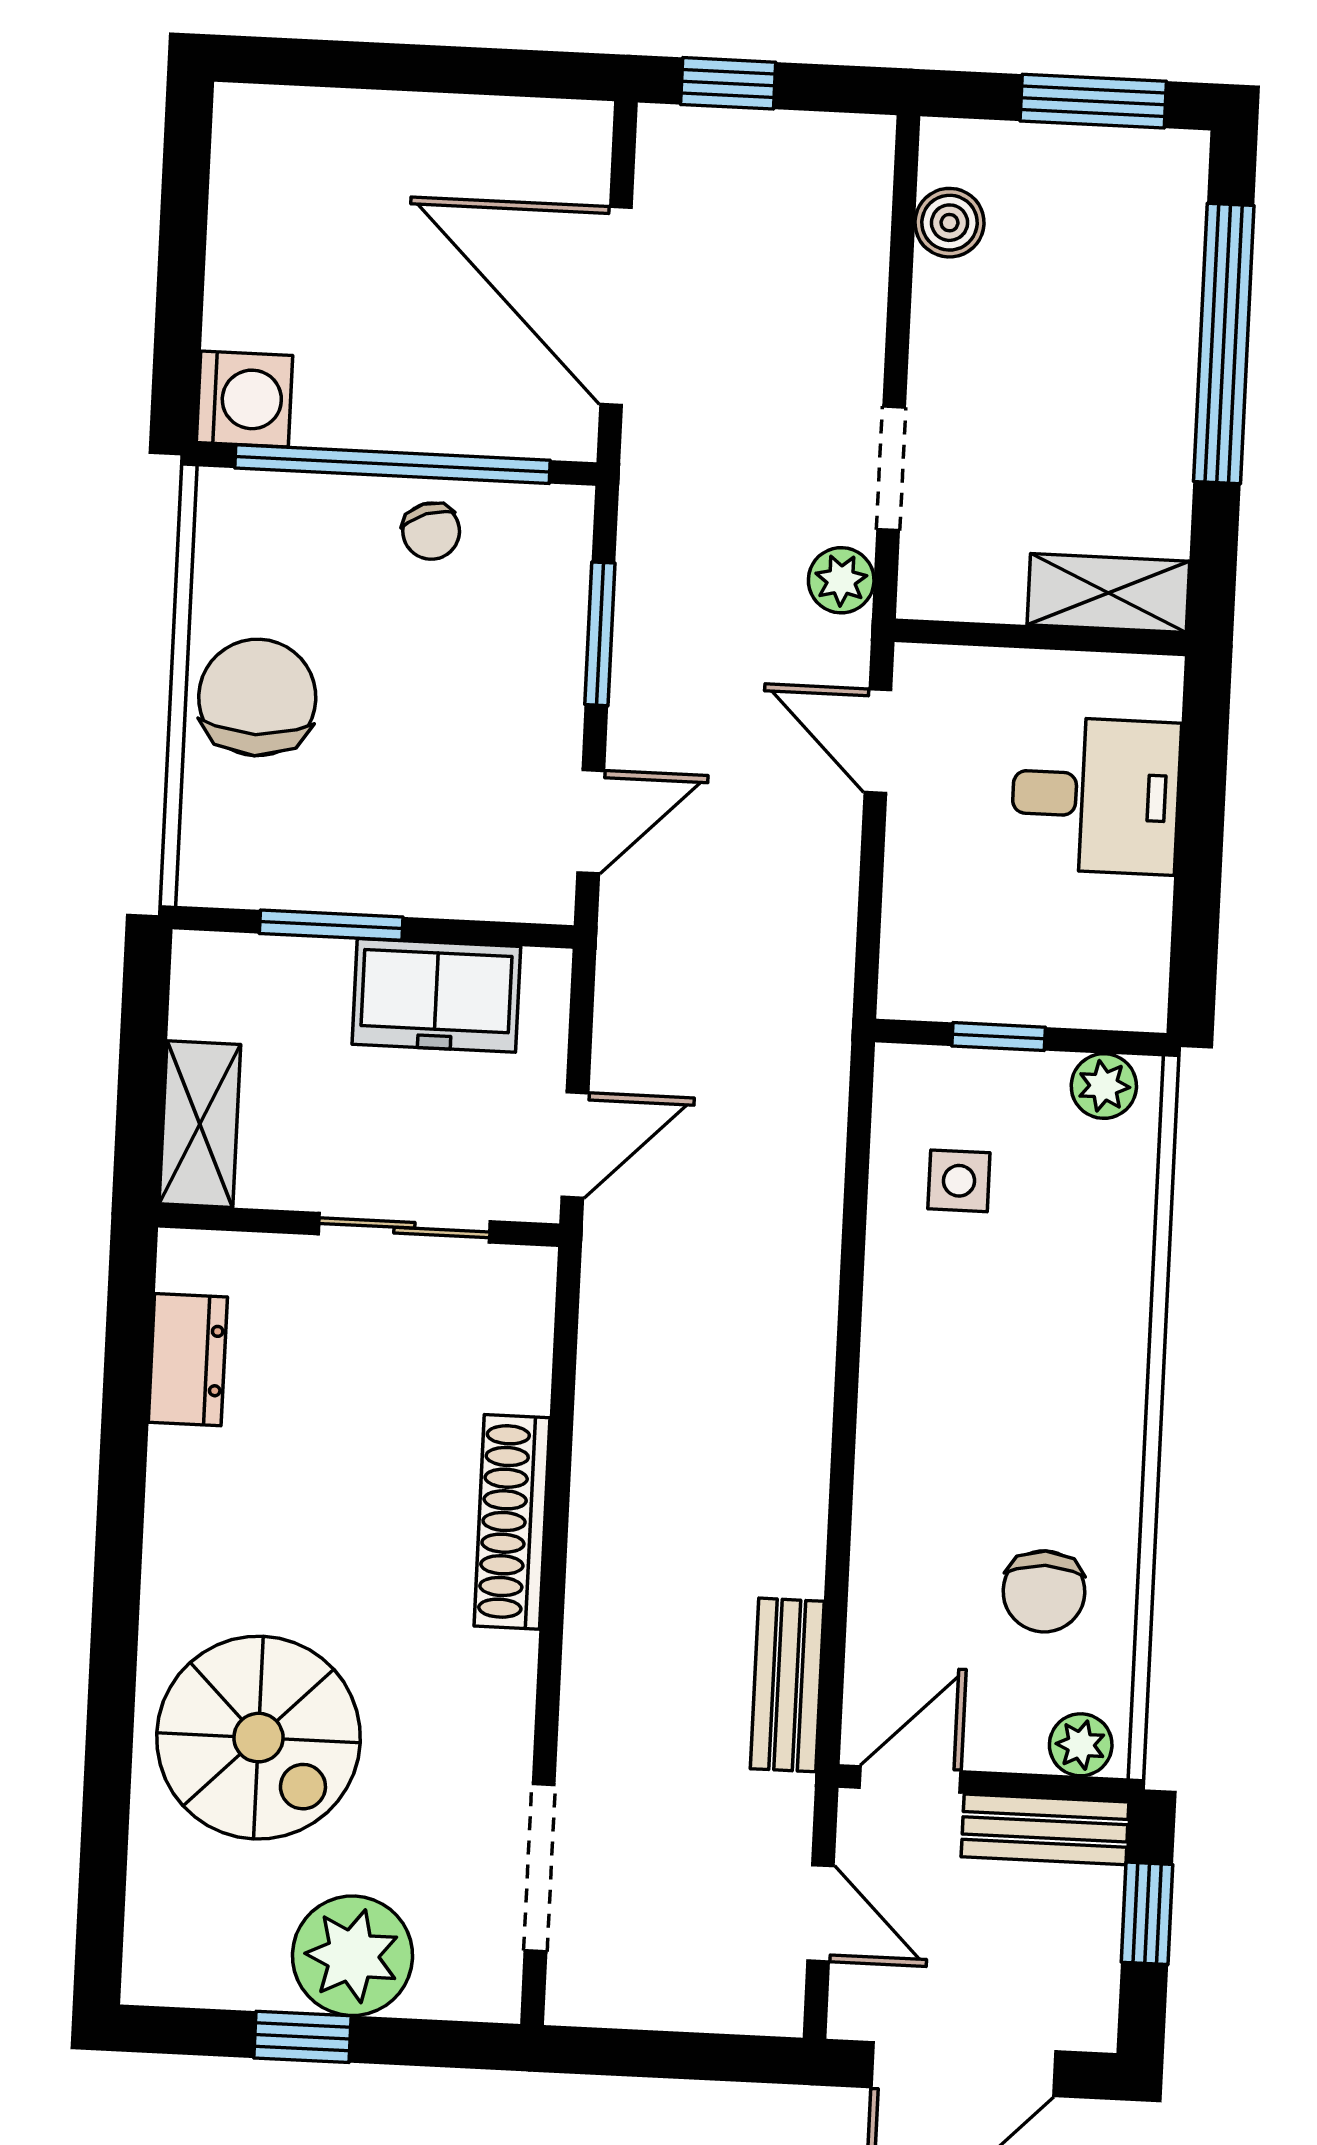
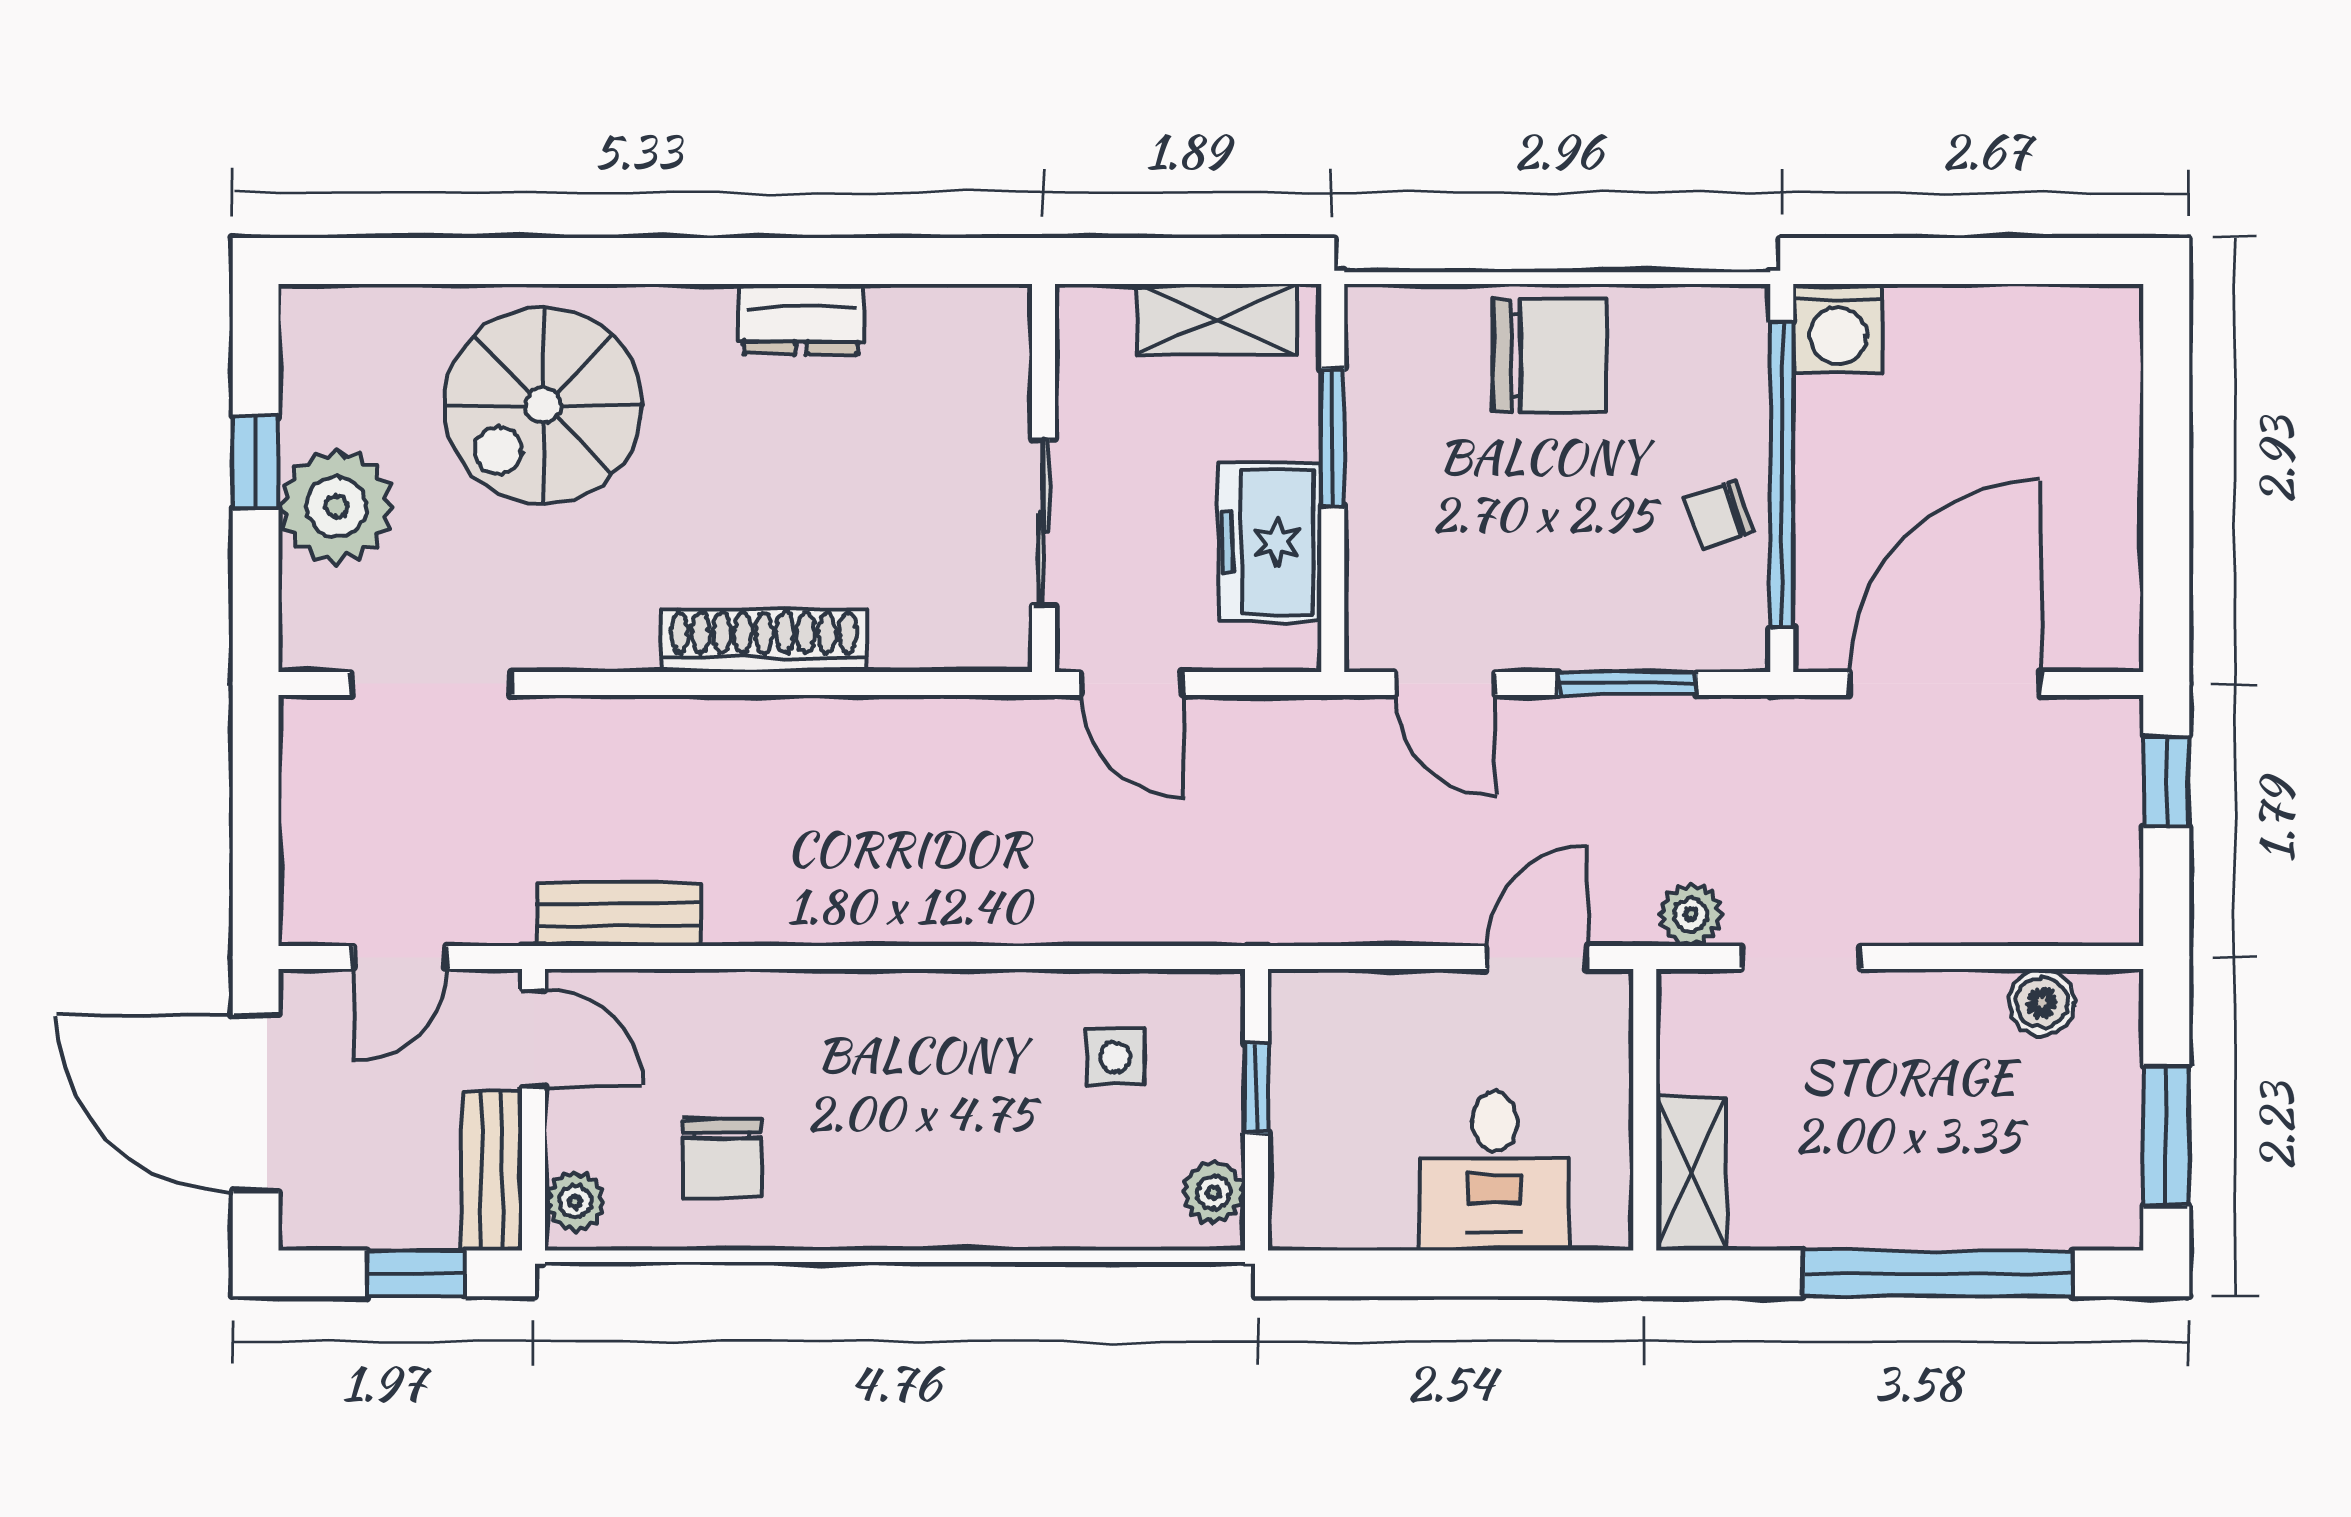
shelving: (200, 1124) -> (1217, 320), moved
dresser: (188, 1360) -> (801, 319), moved
chair: (1044, 1591) -> (722, 1159), turned -90

